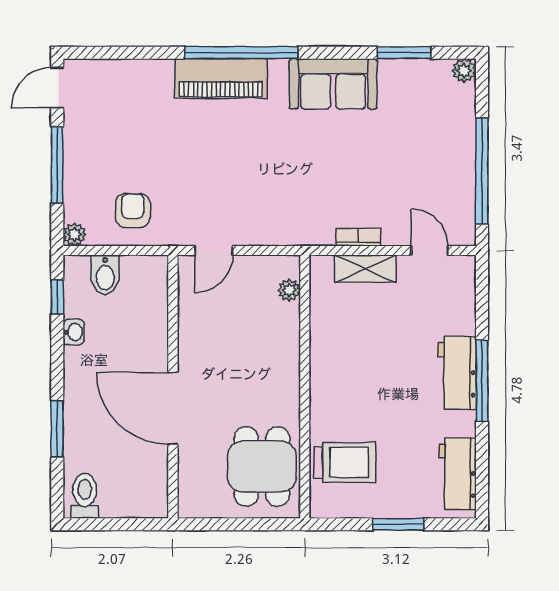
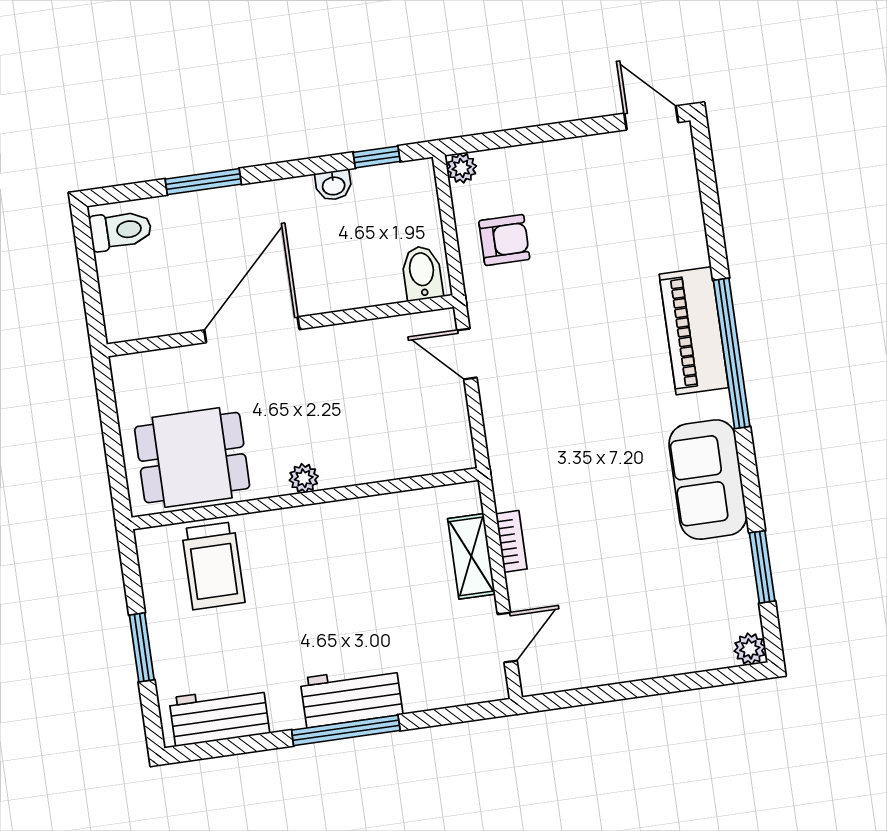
window: (57, 165) -> (550, 132), removed
window: (482, 171) -> (621, 691), removed
bidet: (105, 275) -> (422, 273), moved, turned 90
plant: (289, 290) -> (304, 478), moved

